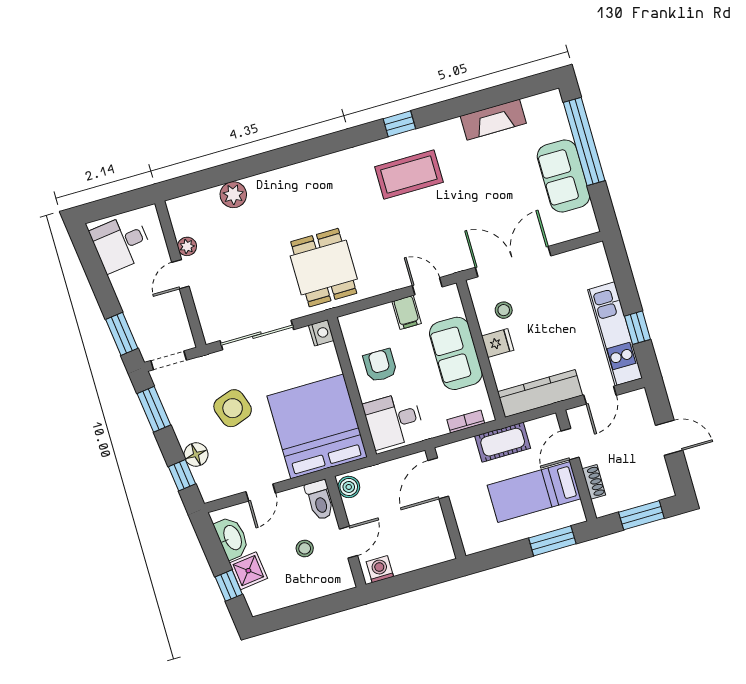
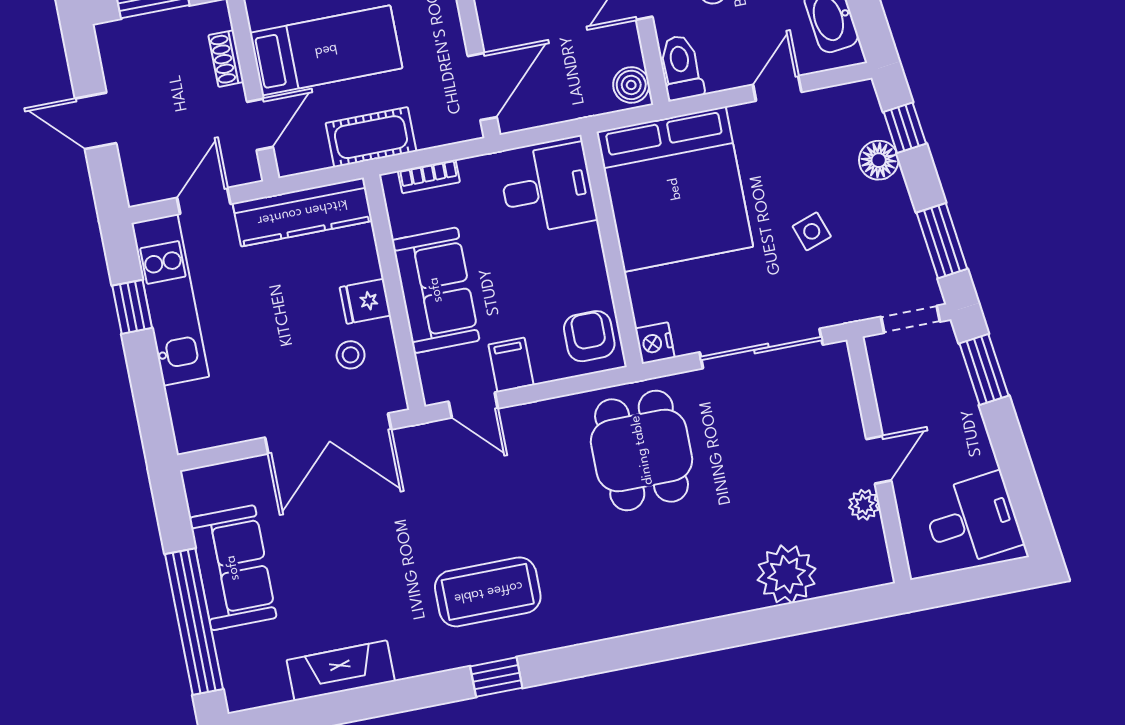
plant: (233, 195) -> (787, 574), width x1.36, depth x1.36
armchair: (380, 365) -> (589, 336), moved, turned 180
side table: (233, 408) -> (812, 231), width x0.54, depth x0.54

